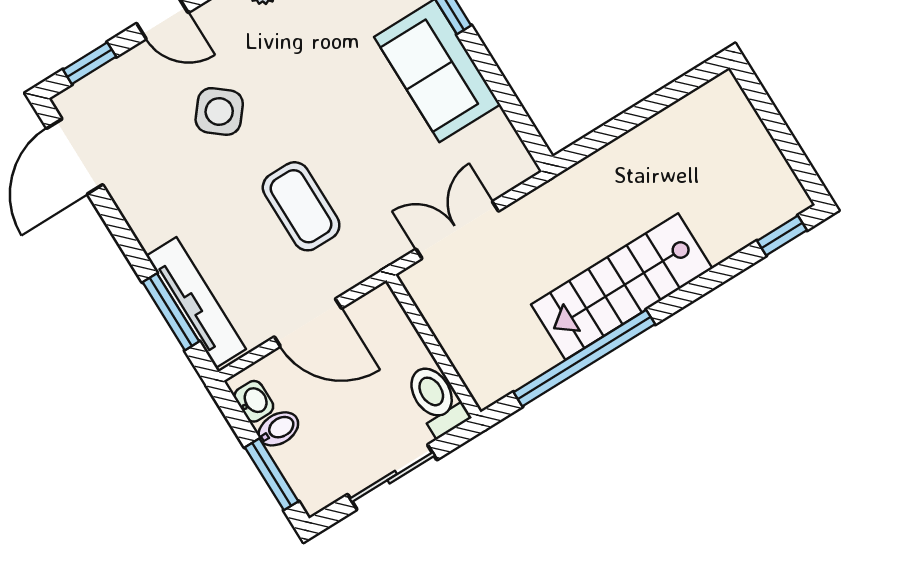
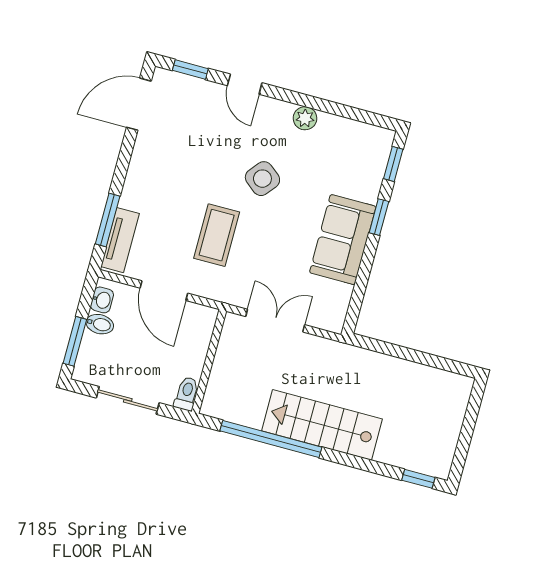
side table: (219, 111) -> (262, 179), moved
tv unit: (196, 302) -> (120, 240), width x0.71
toilet: (436, 400) -> (187, 394), width x0.73, depth x0.72

